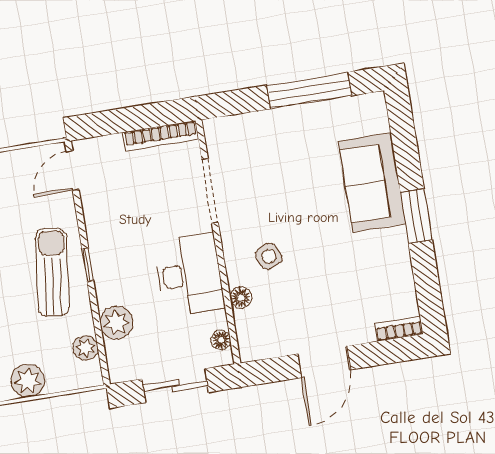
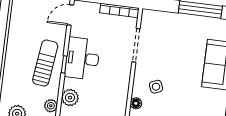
desk: (189, 275) -> (82, 58), moved, turned 180

